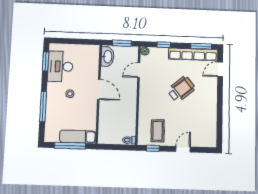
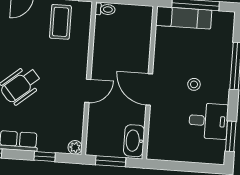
desk: (60, 67) -> (208, 121), width x0.73
door: (139, 70) -> (88, 91), moved

